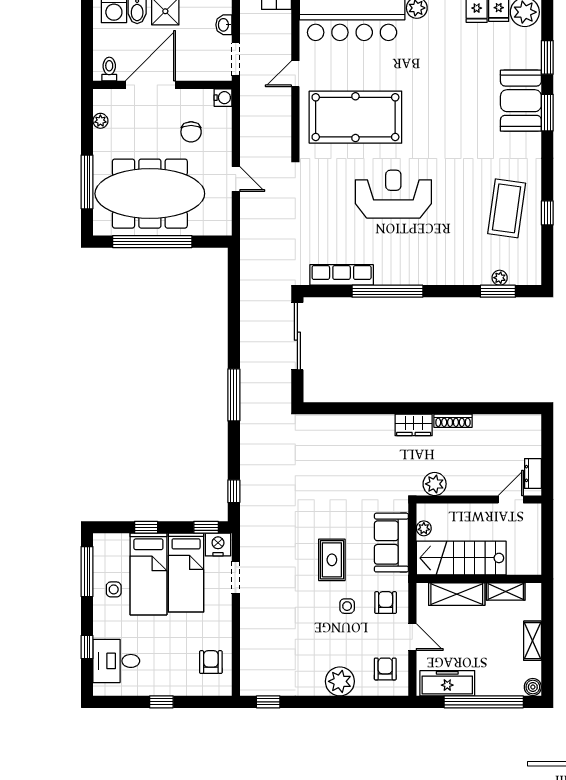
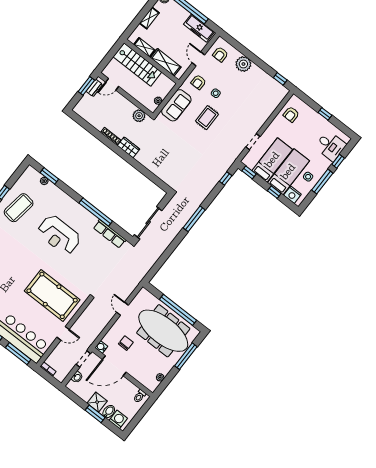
door: (150, 85) -> (114, 366), moved
reception desk: (393, 194) -> (59, 235), moved
window: (547, 467) -> (86, 86), added
nightstand: (218, 545) -> (292, 195), moved
stairs: (461, 558) -> (137, 64), moved
window: (87, 572) -> (322, 182), moved

